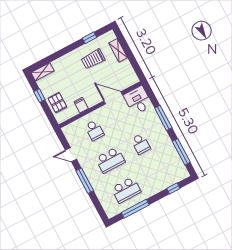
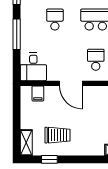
shelving: (118, 50) -> (26, 143), moved
door: (113, 98) -> (71, 83), moved
filing cabinet: (81, 105) -> (38, 93), moved

